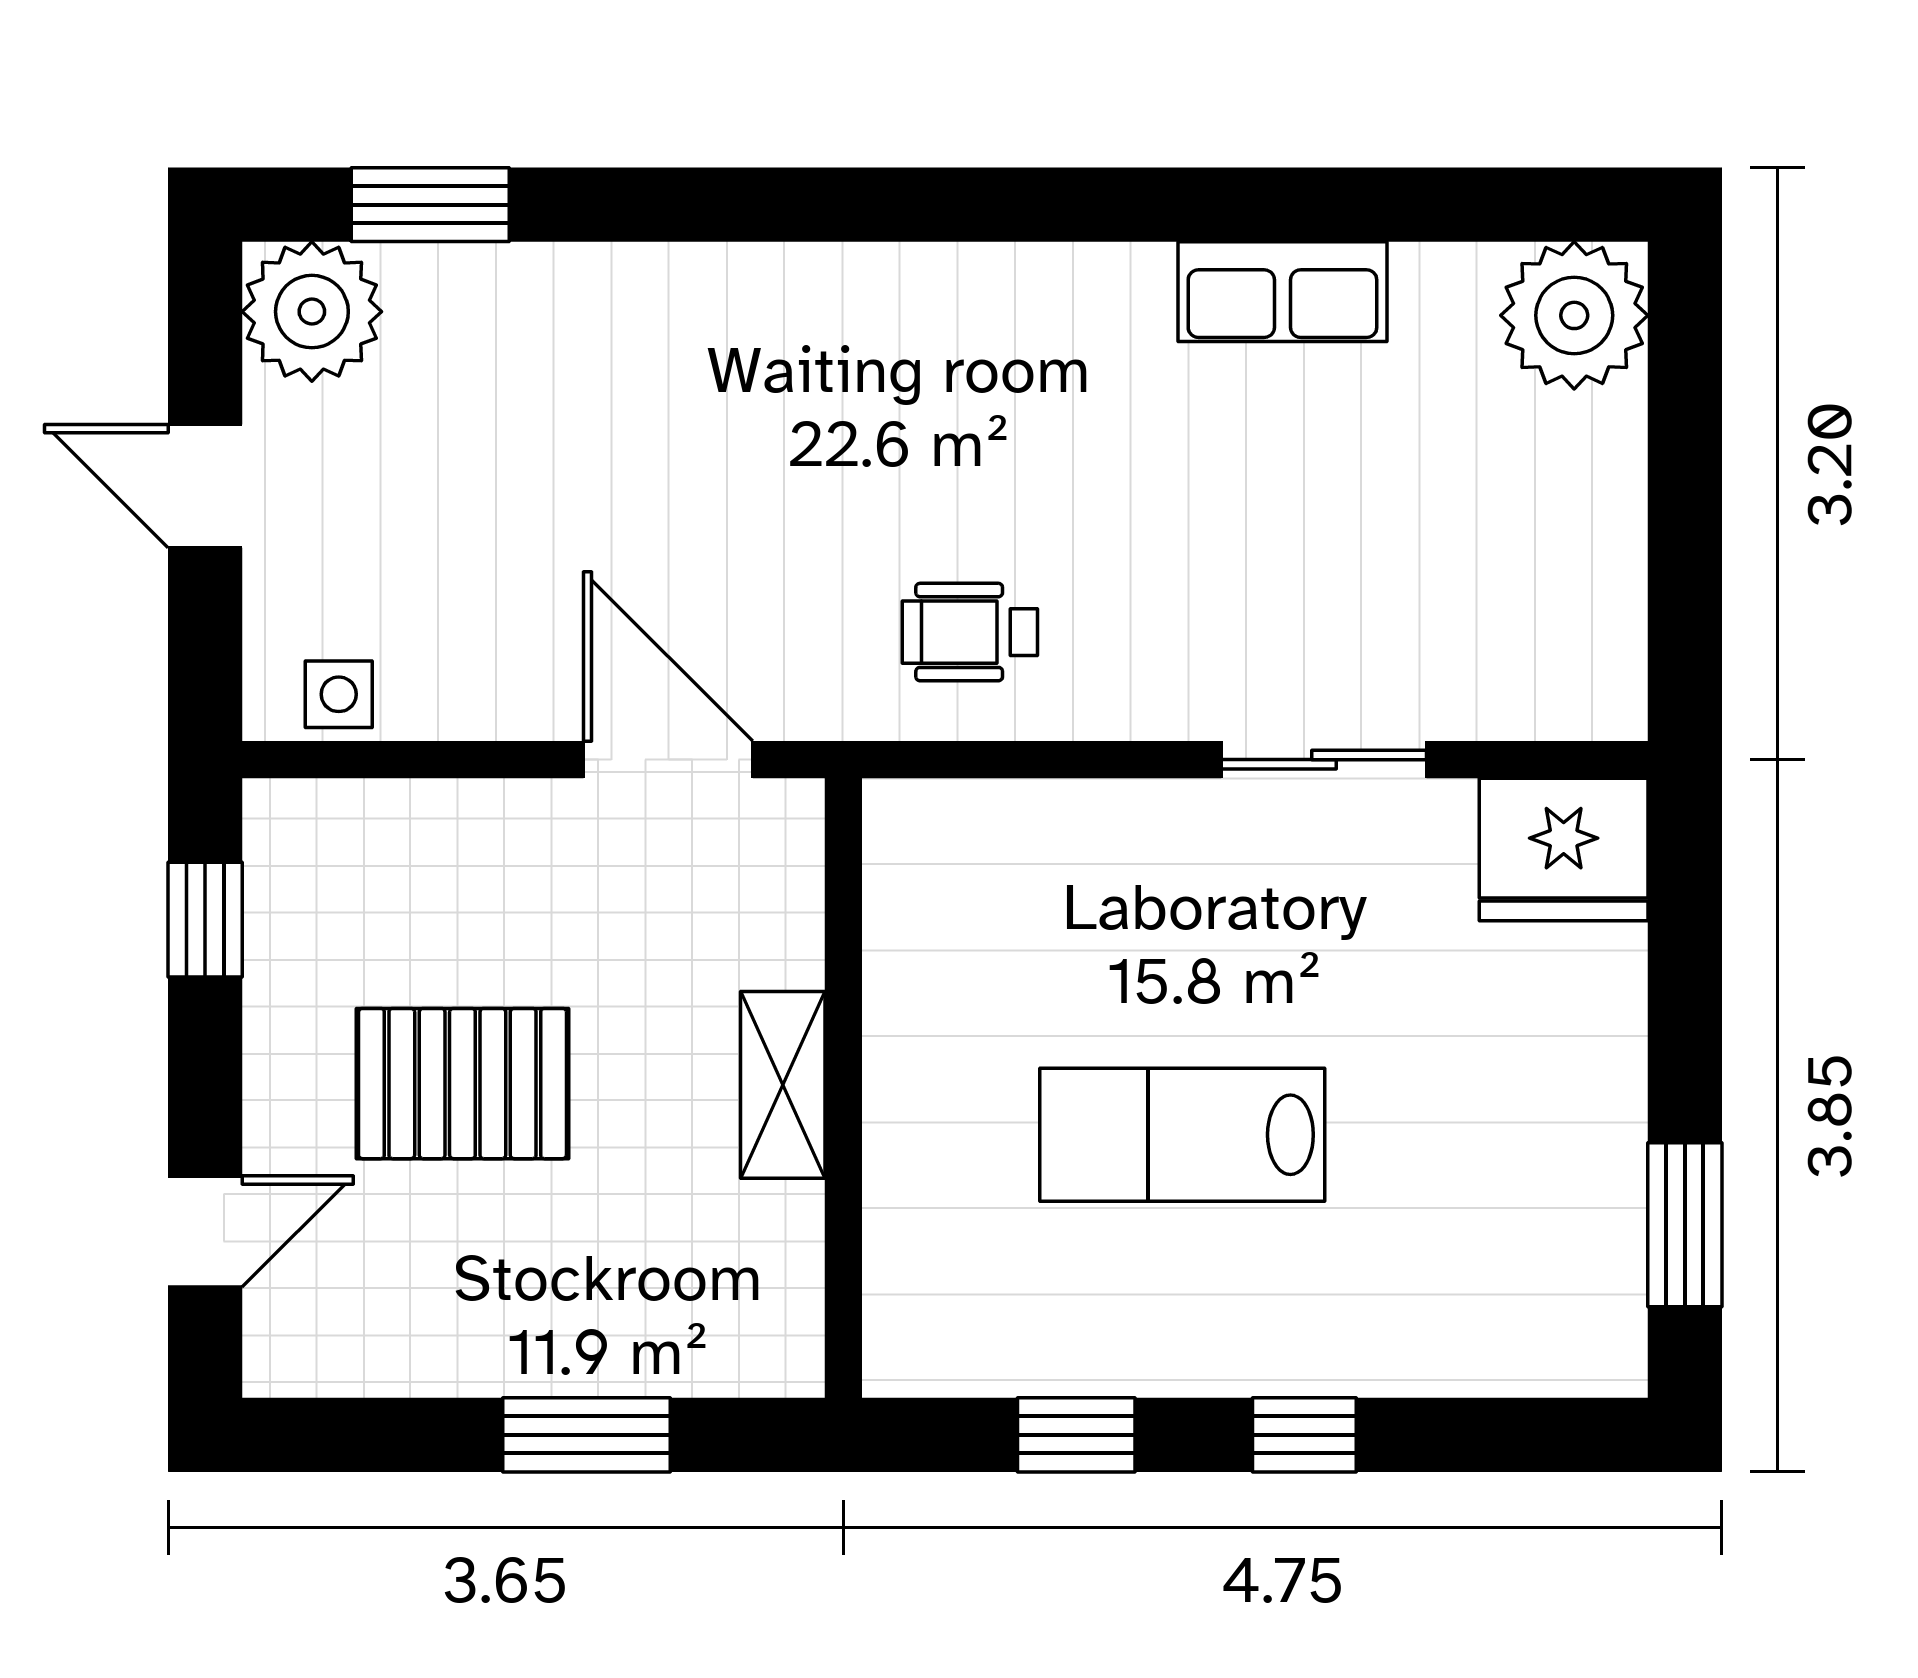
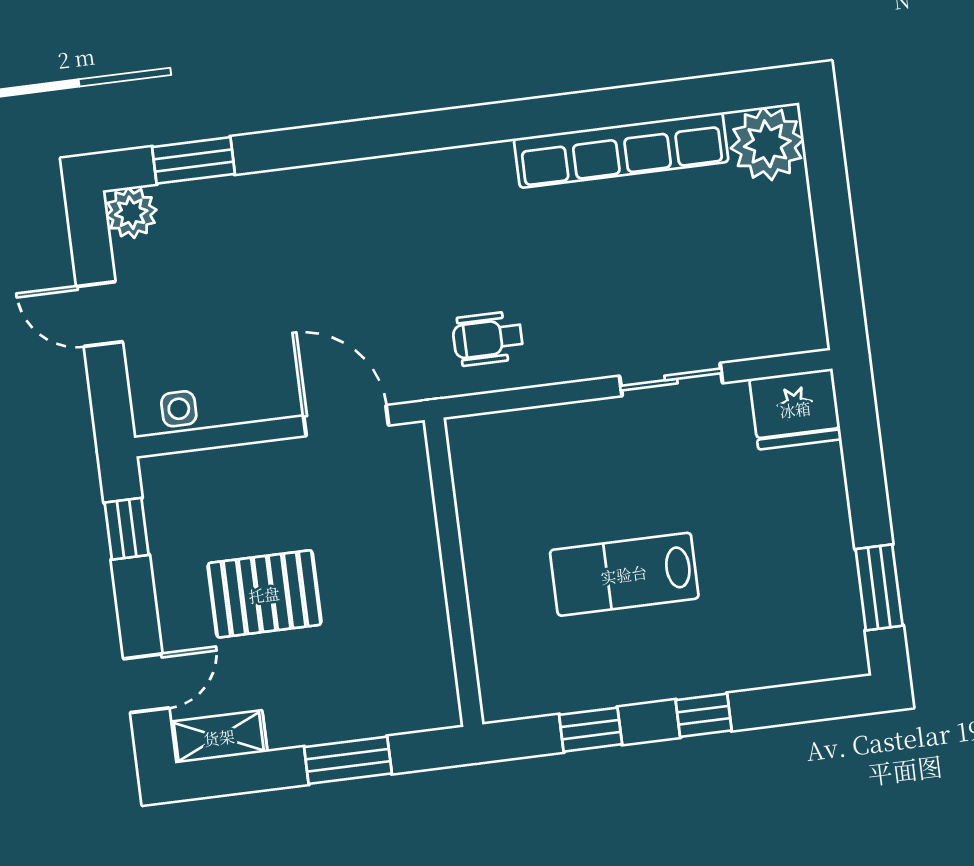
row of seats: (1282, 292) -> (621, 150), width x2.02
plant: (312, 312) -> (131, 213), width x0.73, depth x0.73
shelving: (783, 1085) -> (219, 737), moved, turned 90

